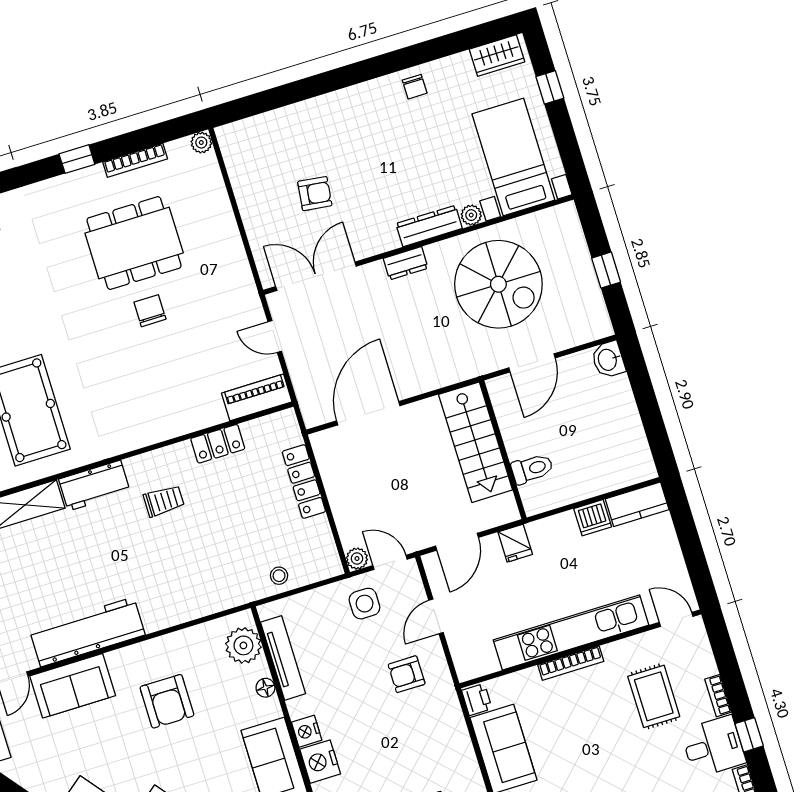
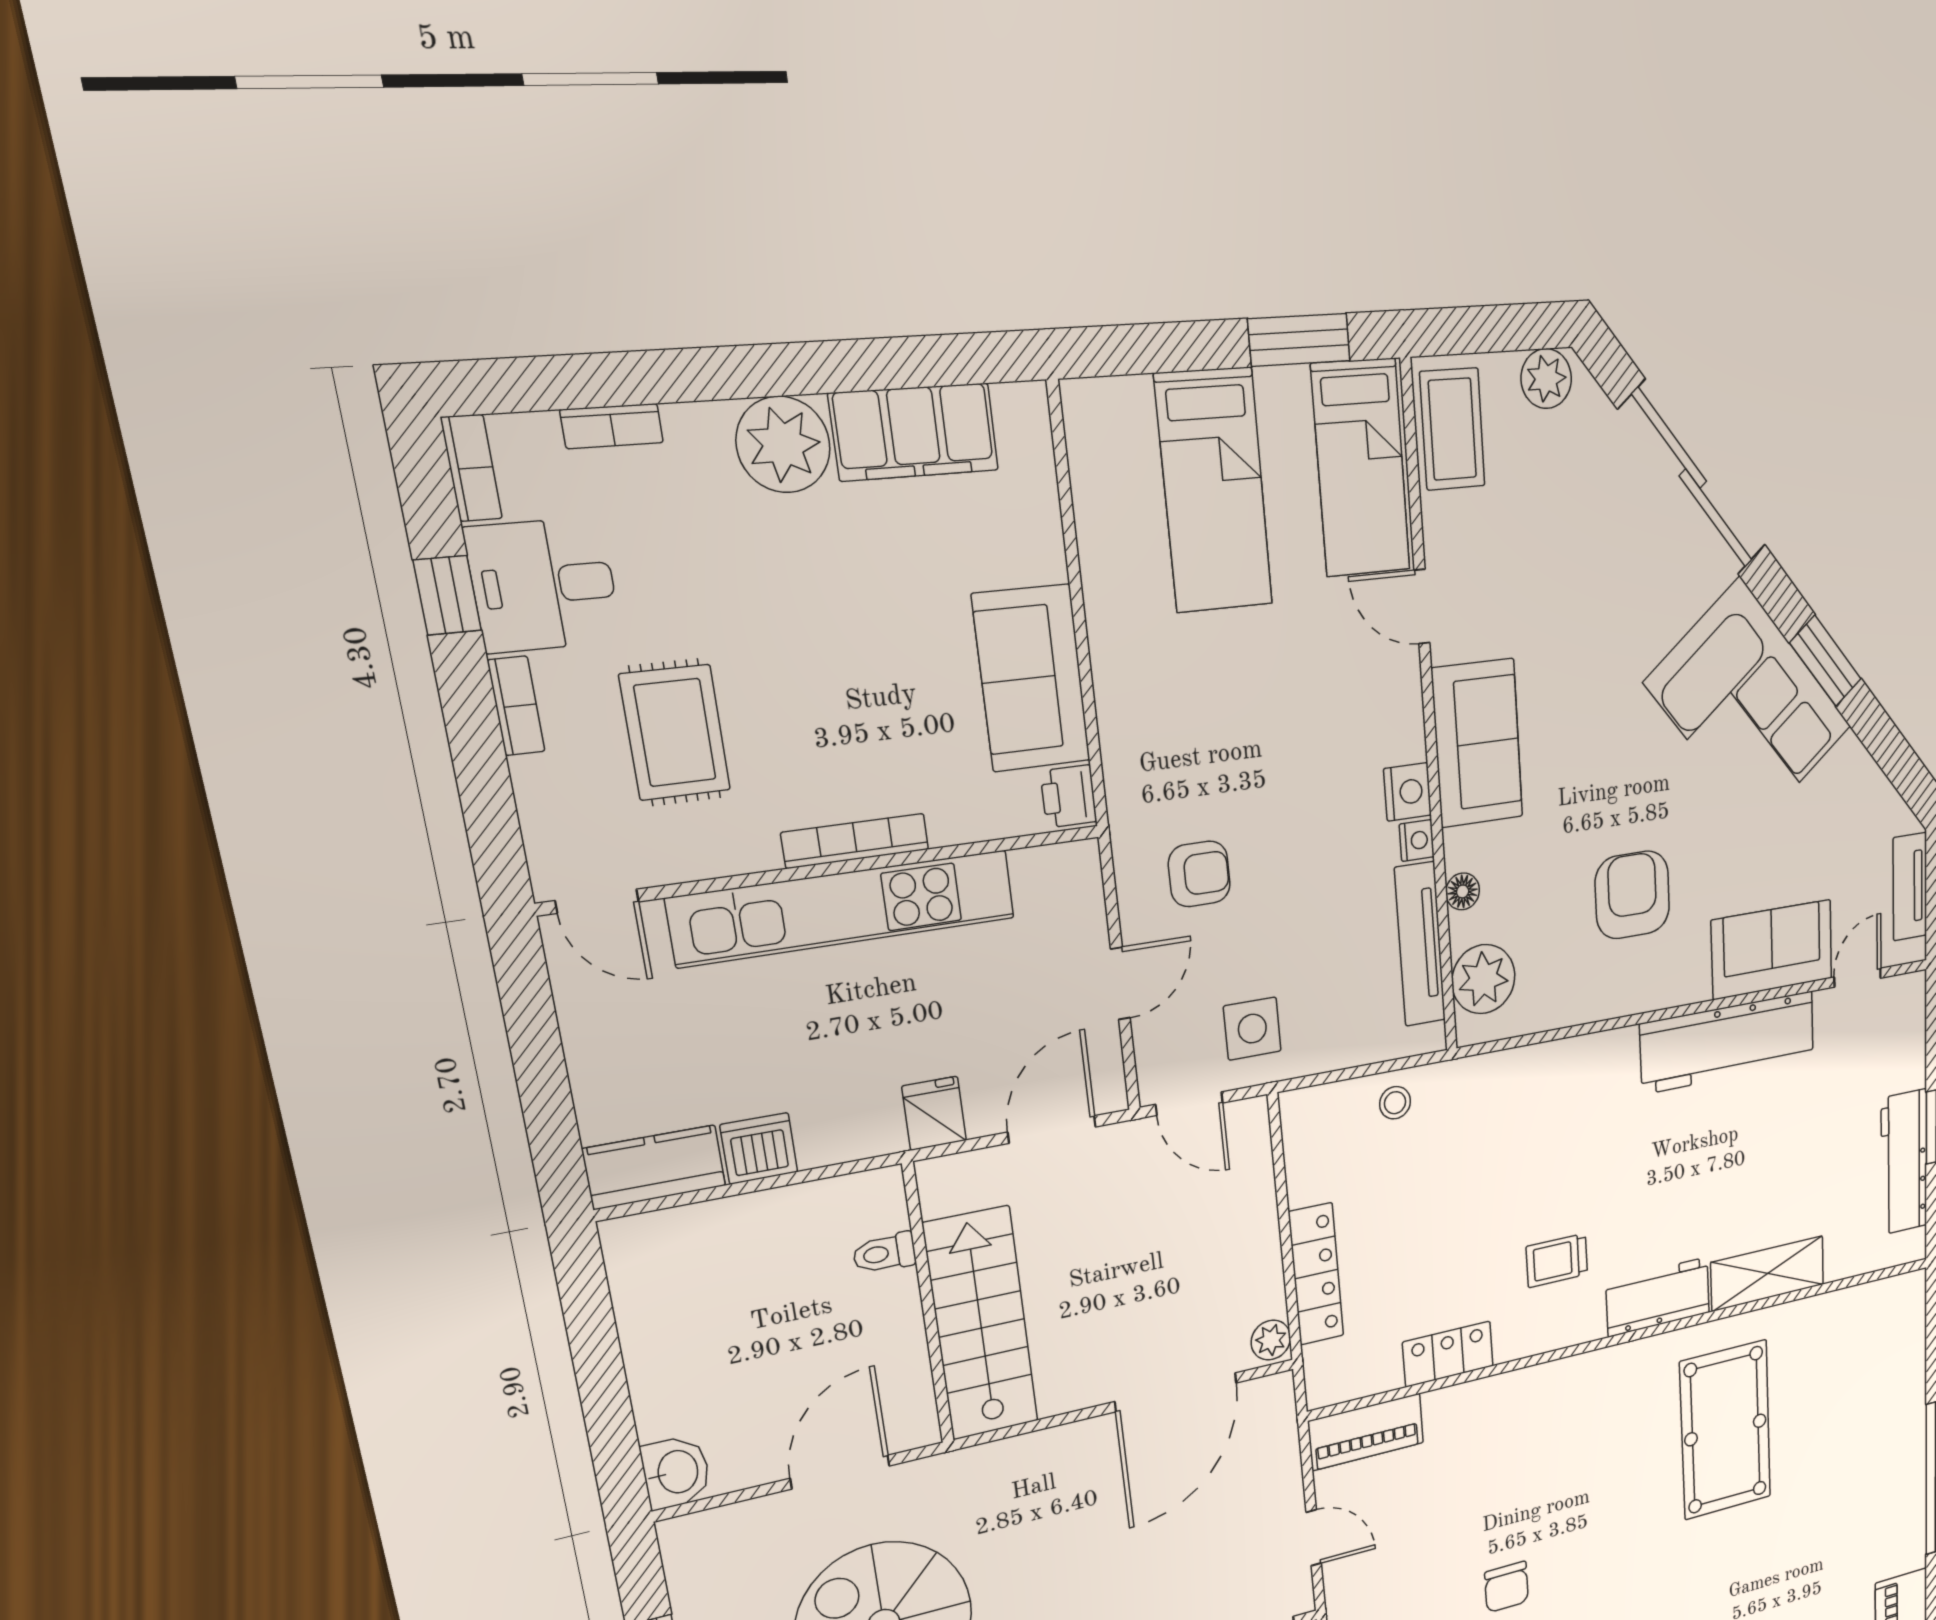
toilet: (532, 469) -> (884, 1253), width x0.73, depth x0.72
plant: (357, 559) -> (1271, 1340), moved
nightstand: (320, 762) -> (1417, 841), moved, width x0.53, depth x0.56

